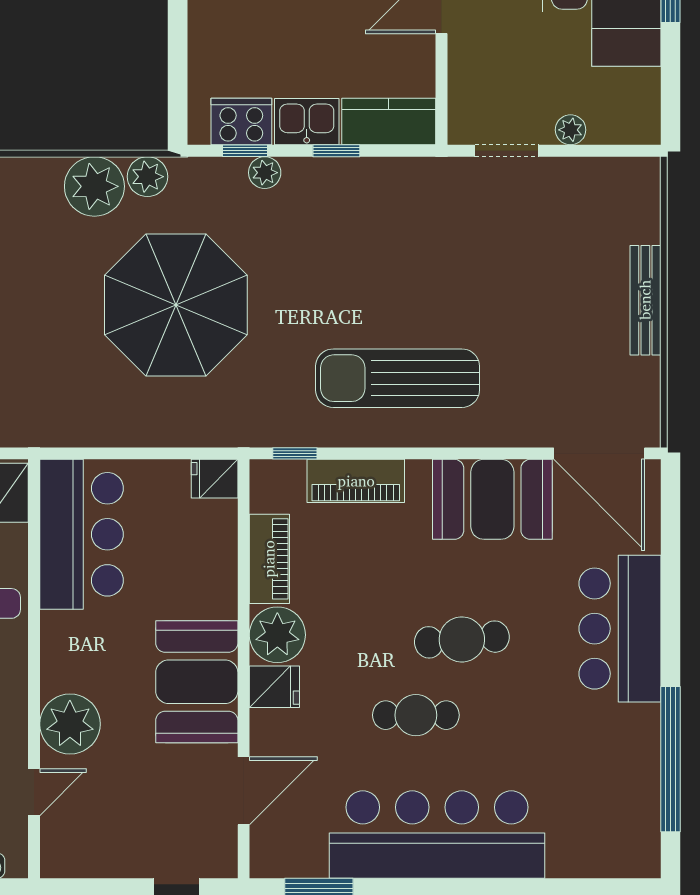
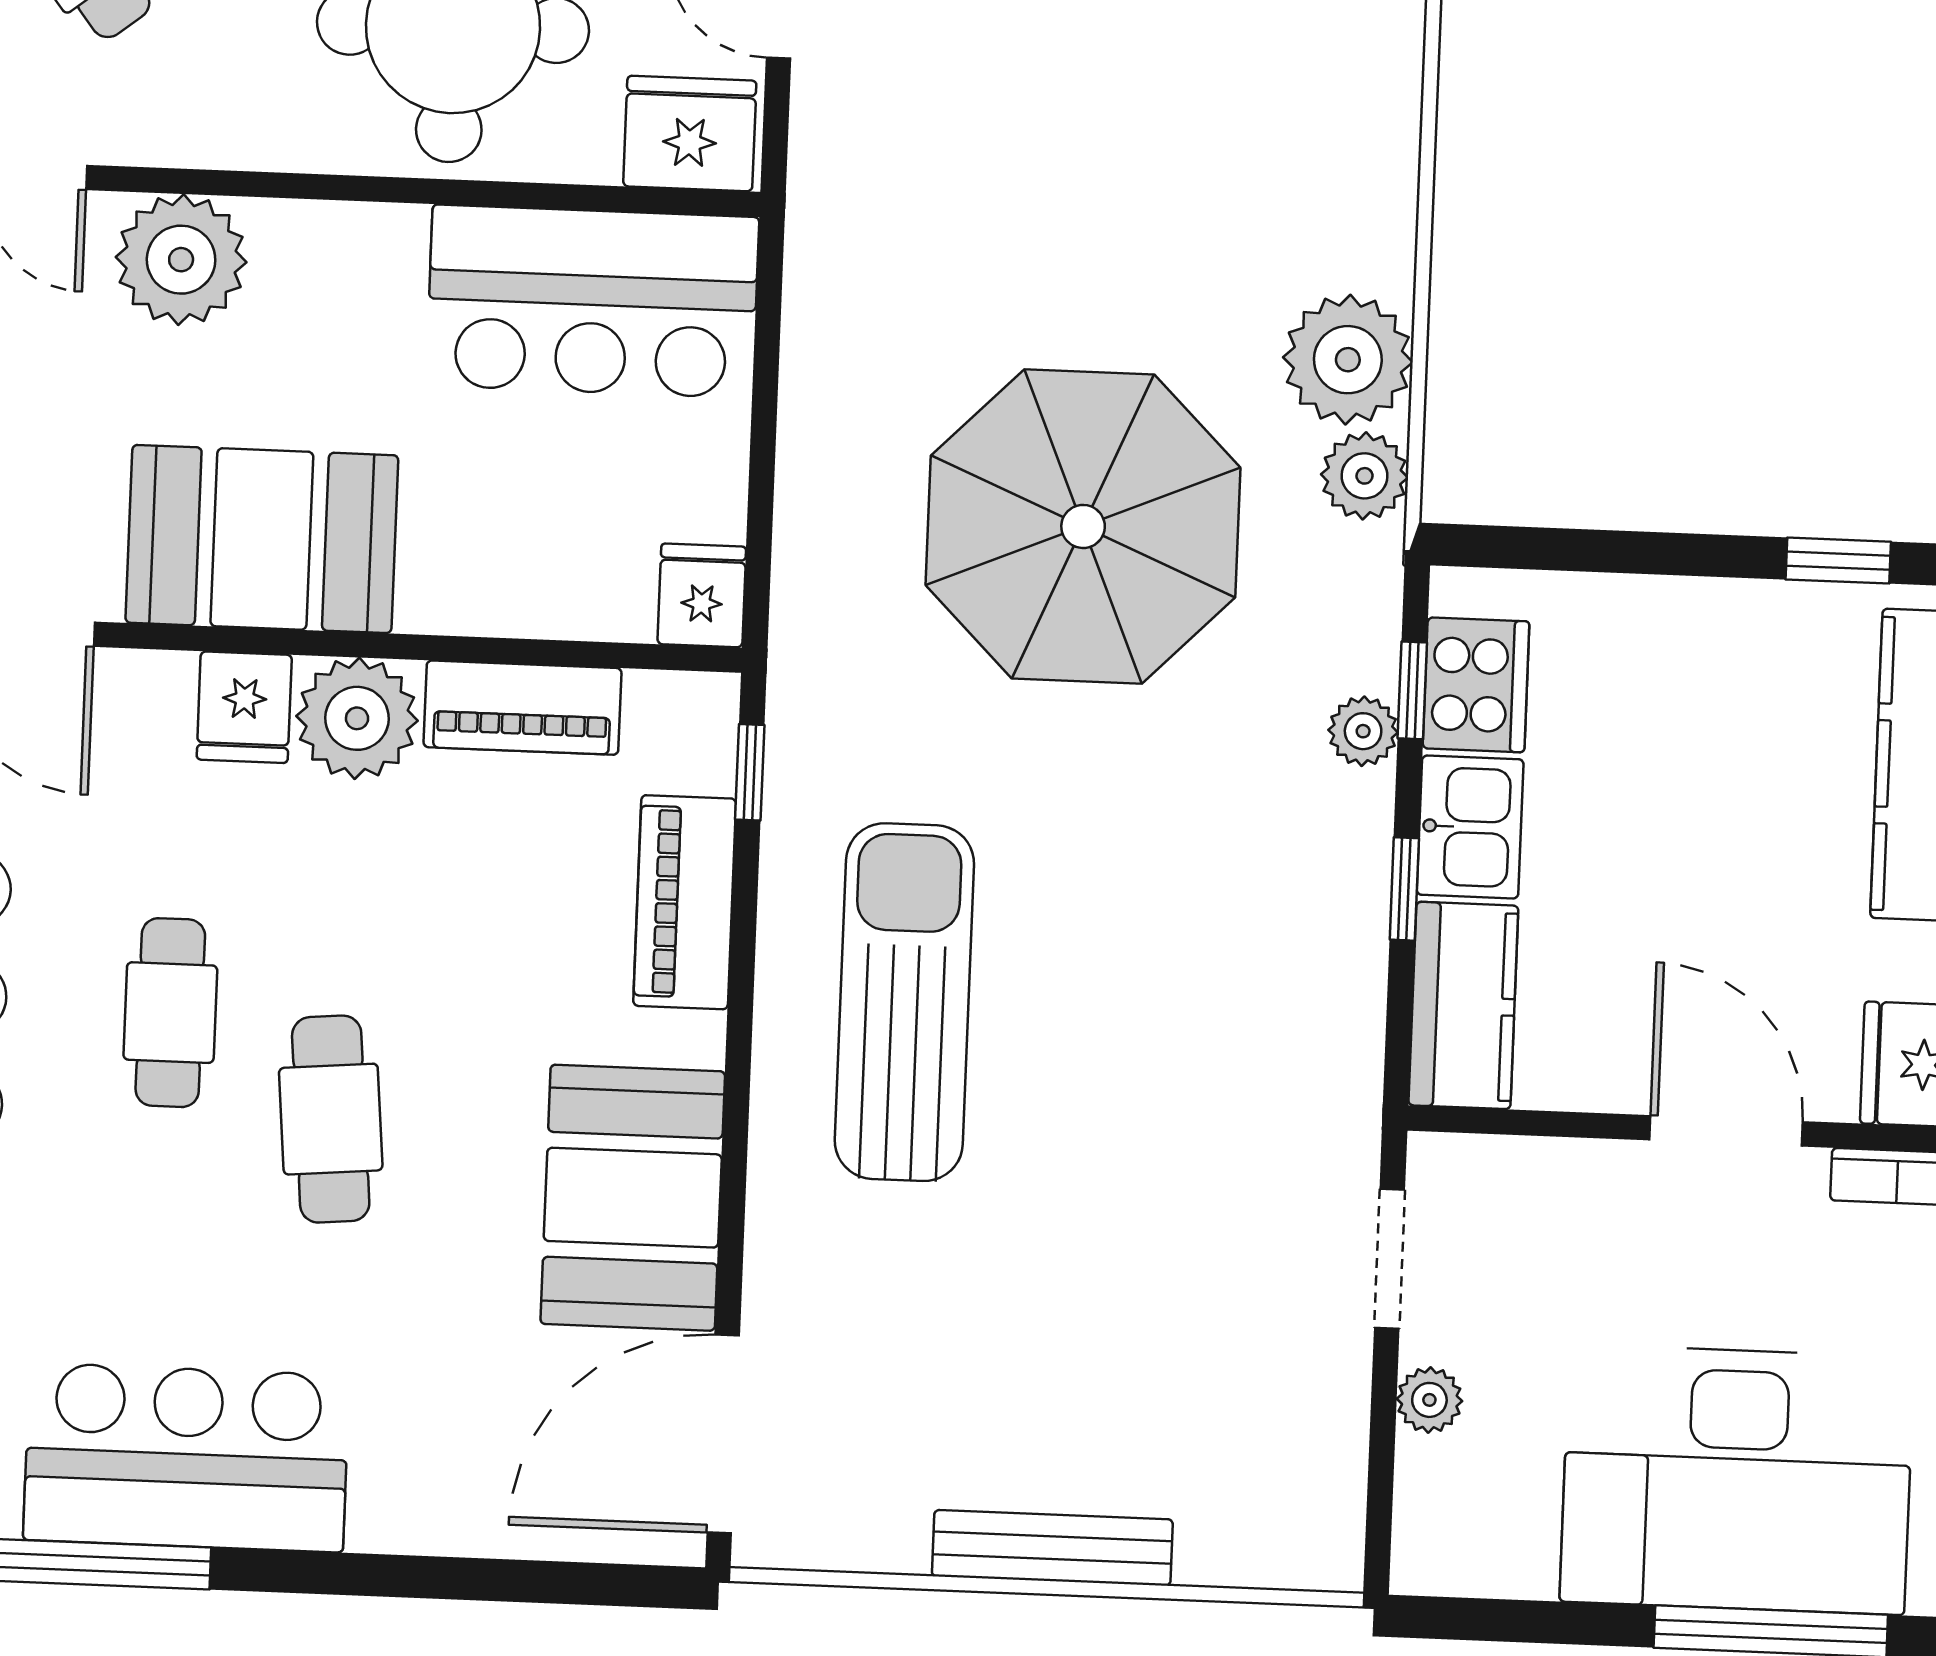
bar counter: (620, 629) -> (186, 1457), moved

